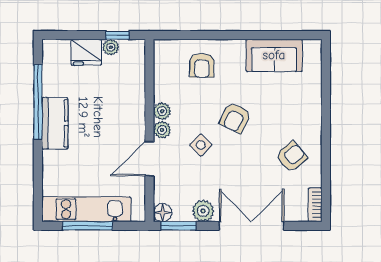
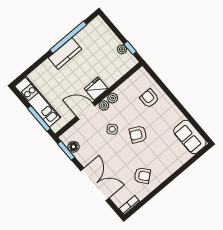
fridge: (86, 52) -> (96, 89), moved, turned 90
sofa: (274, 55) -> (190, 137), moved
armchair: (202, 65) -> (149, 98), turned 90
plant: (203, 211) -> (83, 156), removed
floor lamp: (163, 213) -> (73, 147), moved
window: (87, 226) -> (39, 119), moved

